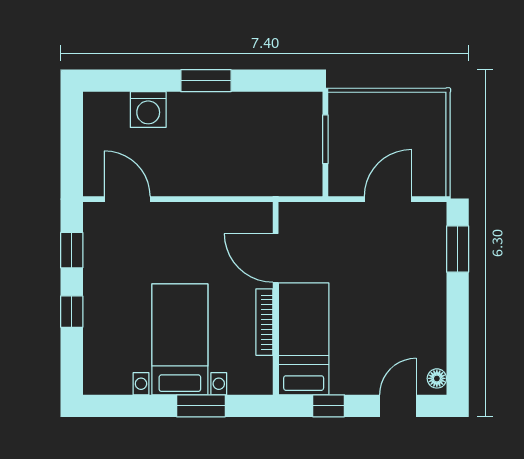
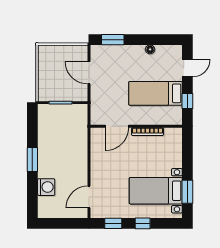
bed with nightstands: (180, 339) -> (156, 191), moved
bed: (304, 339) -> (156, 93), moved
floor lamp: (437, 378) -> (150, 49), moved
window: (201, 406) -> (187, 192), moved
door: (398, 406) -> (187, 68), swing flipped

